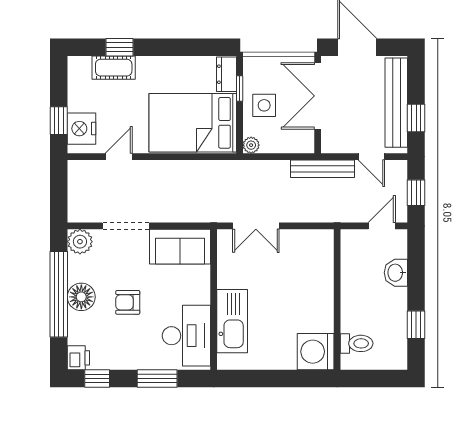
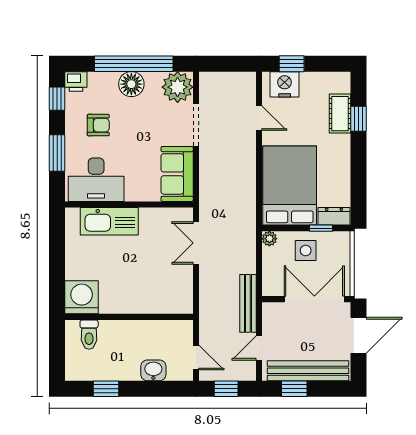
plant: (80, 242) -> (178, 87), width x1.36, depth x1.36
armchair: (128, 302) -> (98, 125), moved, turned 90

